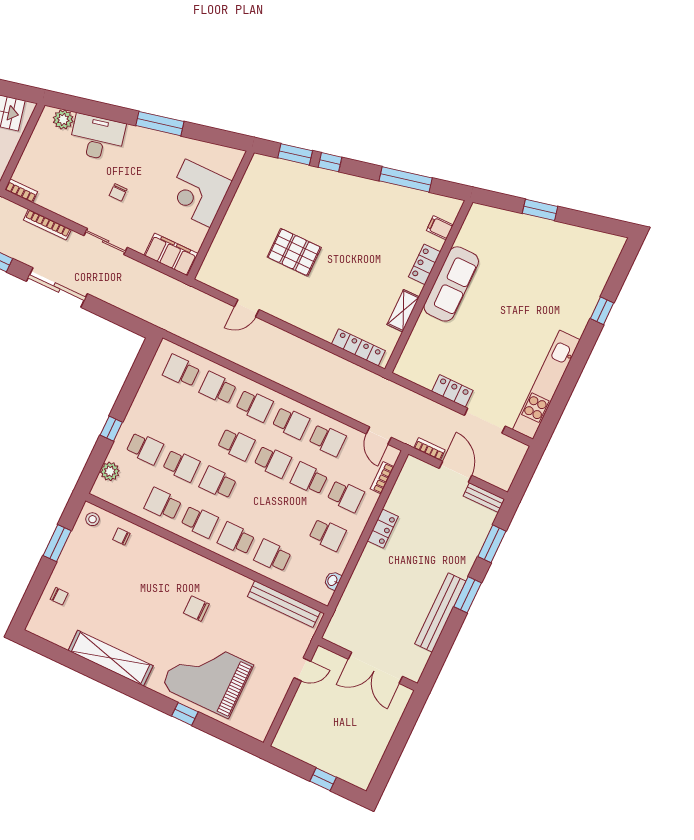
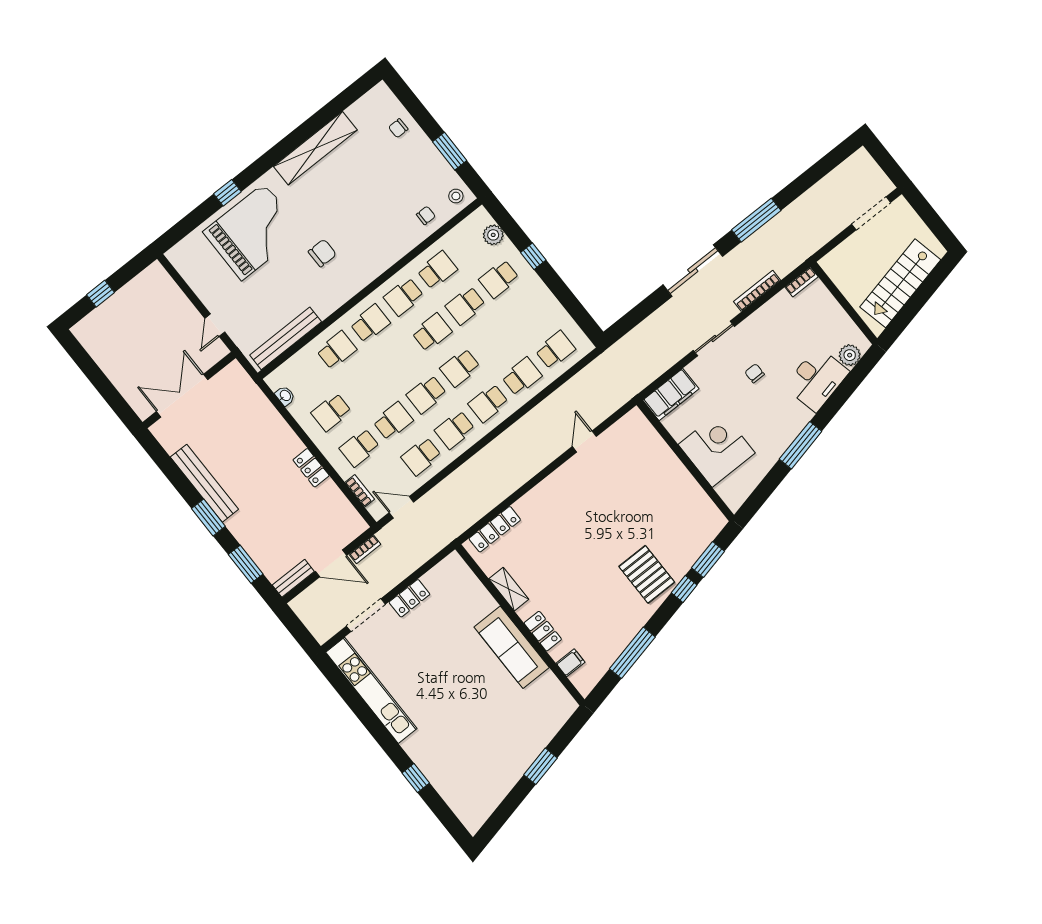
pallet: (294, 252) -> (647, 574), moved, turned 90

